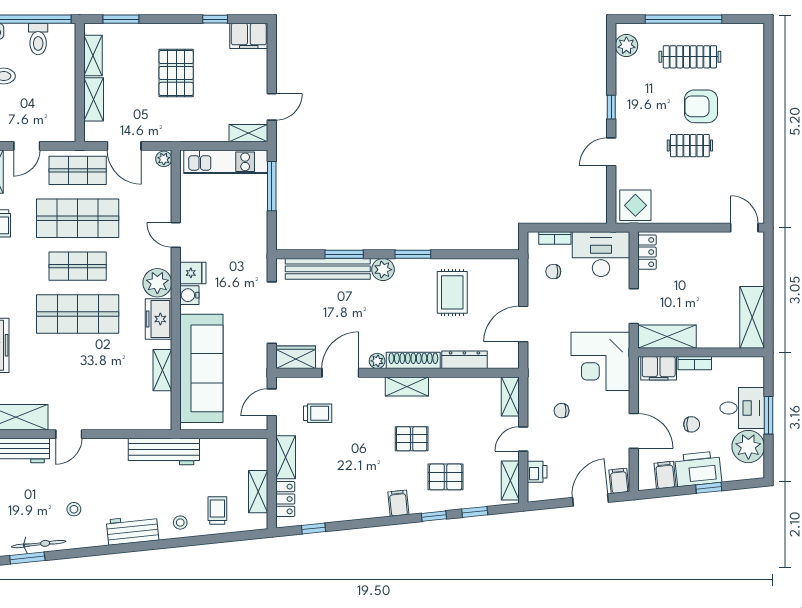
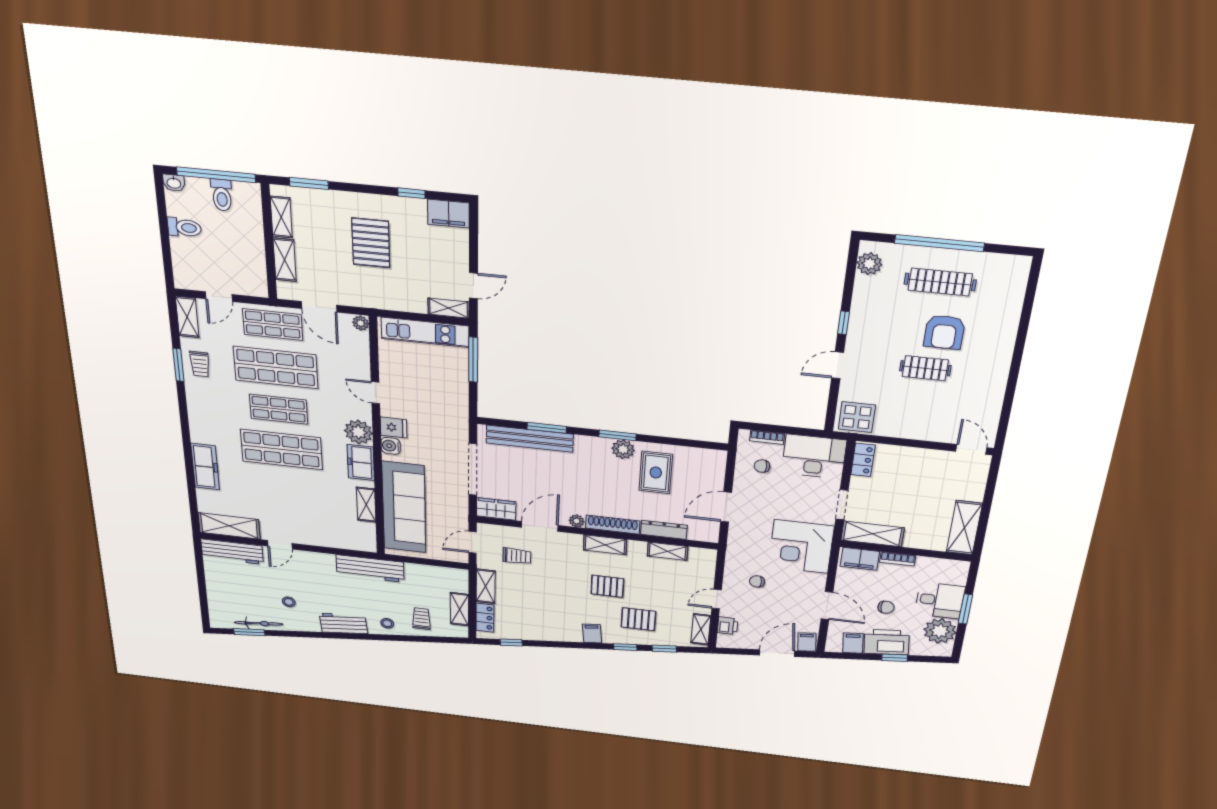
armchair: (701, 106) -> (944, 332), turned -90
plant: (383, 270) -> (623, 449), moved
shelving: (510, 397) -> (668, 551), moved, turned 90

